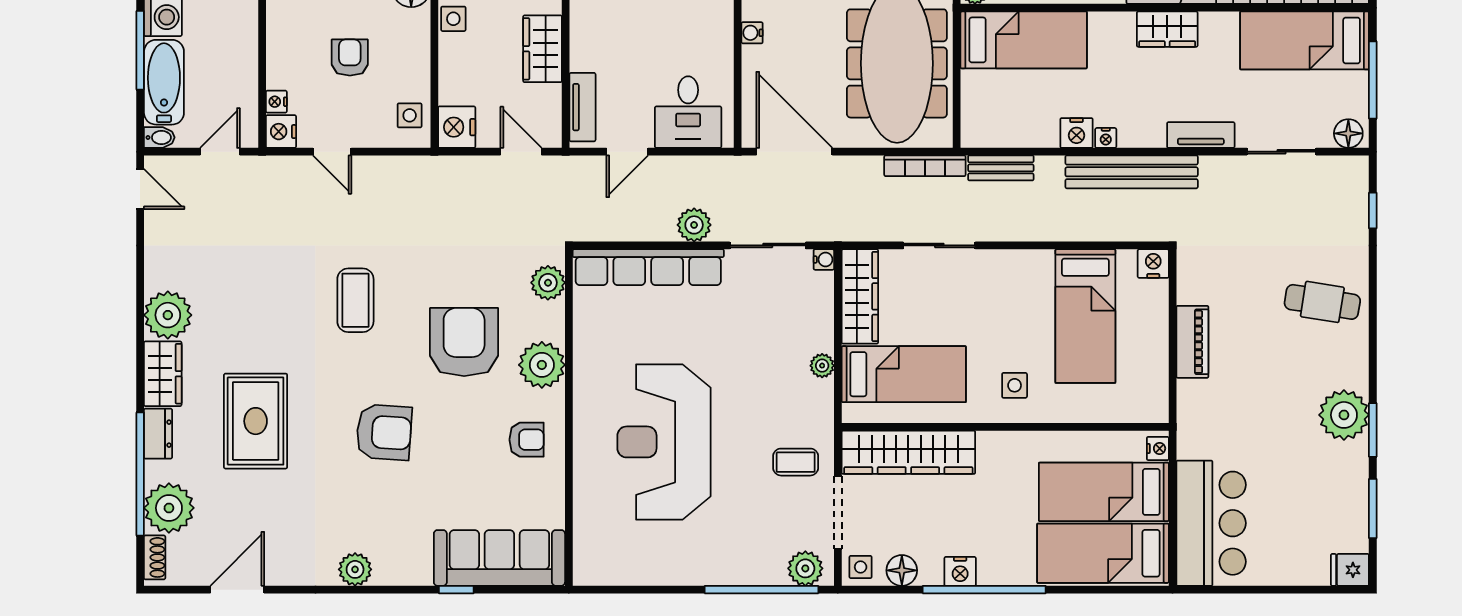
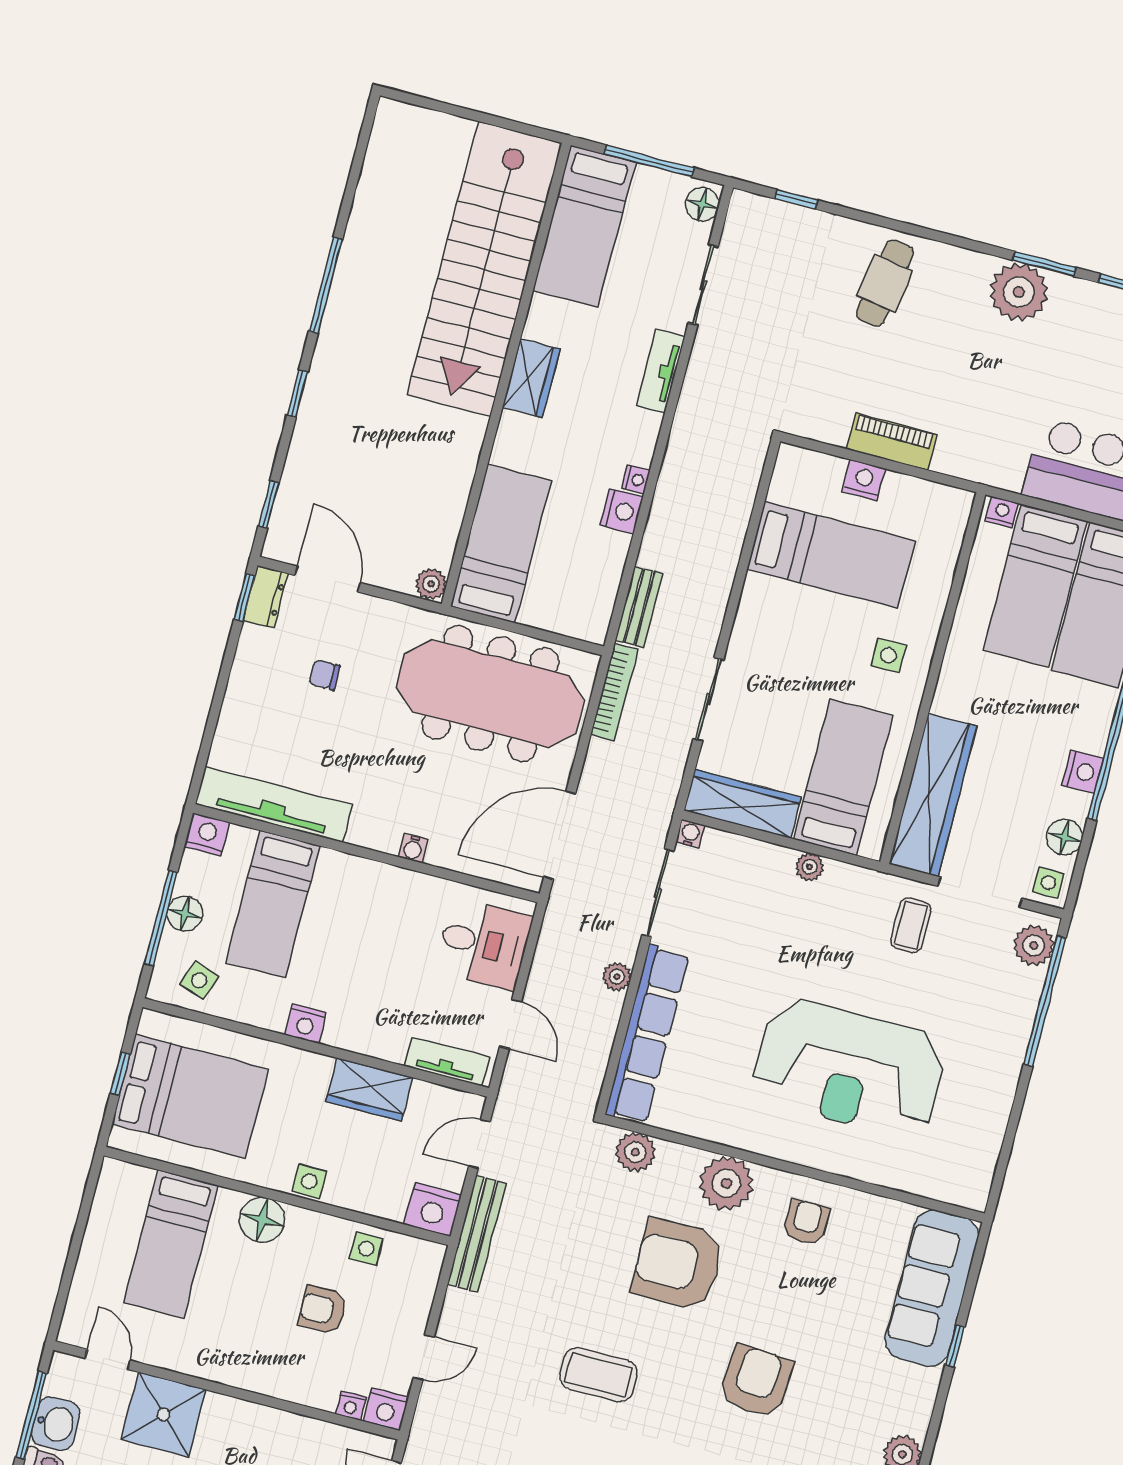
side table: (410, 115) -> (366, 1249), moved
bench: (1132, 172) -> (477, 1234), moved, width x0.73, depth x0.82
plant: (694, 225) -> (617, 977), width x0.73, depth x0.73
nightstand: (1153, 264) -> (864, 480), moved, turned 90

